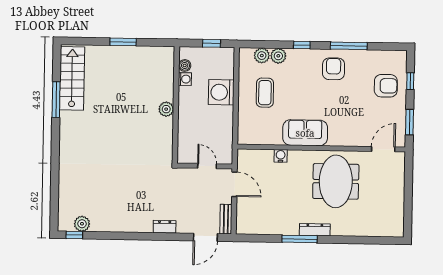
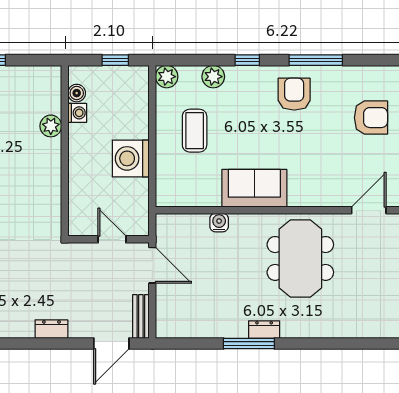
plant: (262, 56) -> (167, 77), moved
washing machine: (221, 92) -> (131, 158), moved
plant: (166, 109) -> (51, 126), moved
dresser: (315, 230) -> (264, 330), width x0.70

